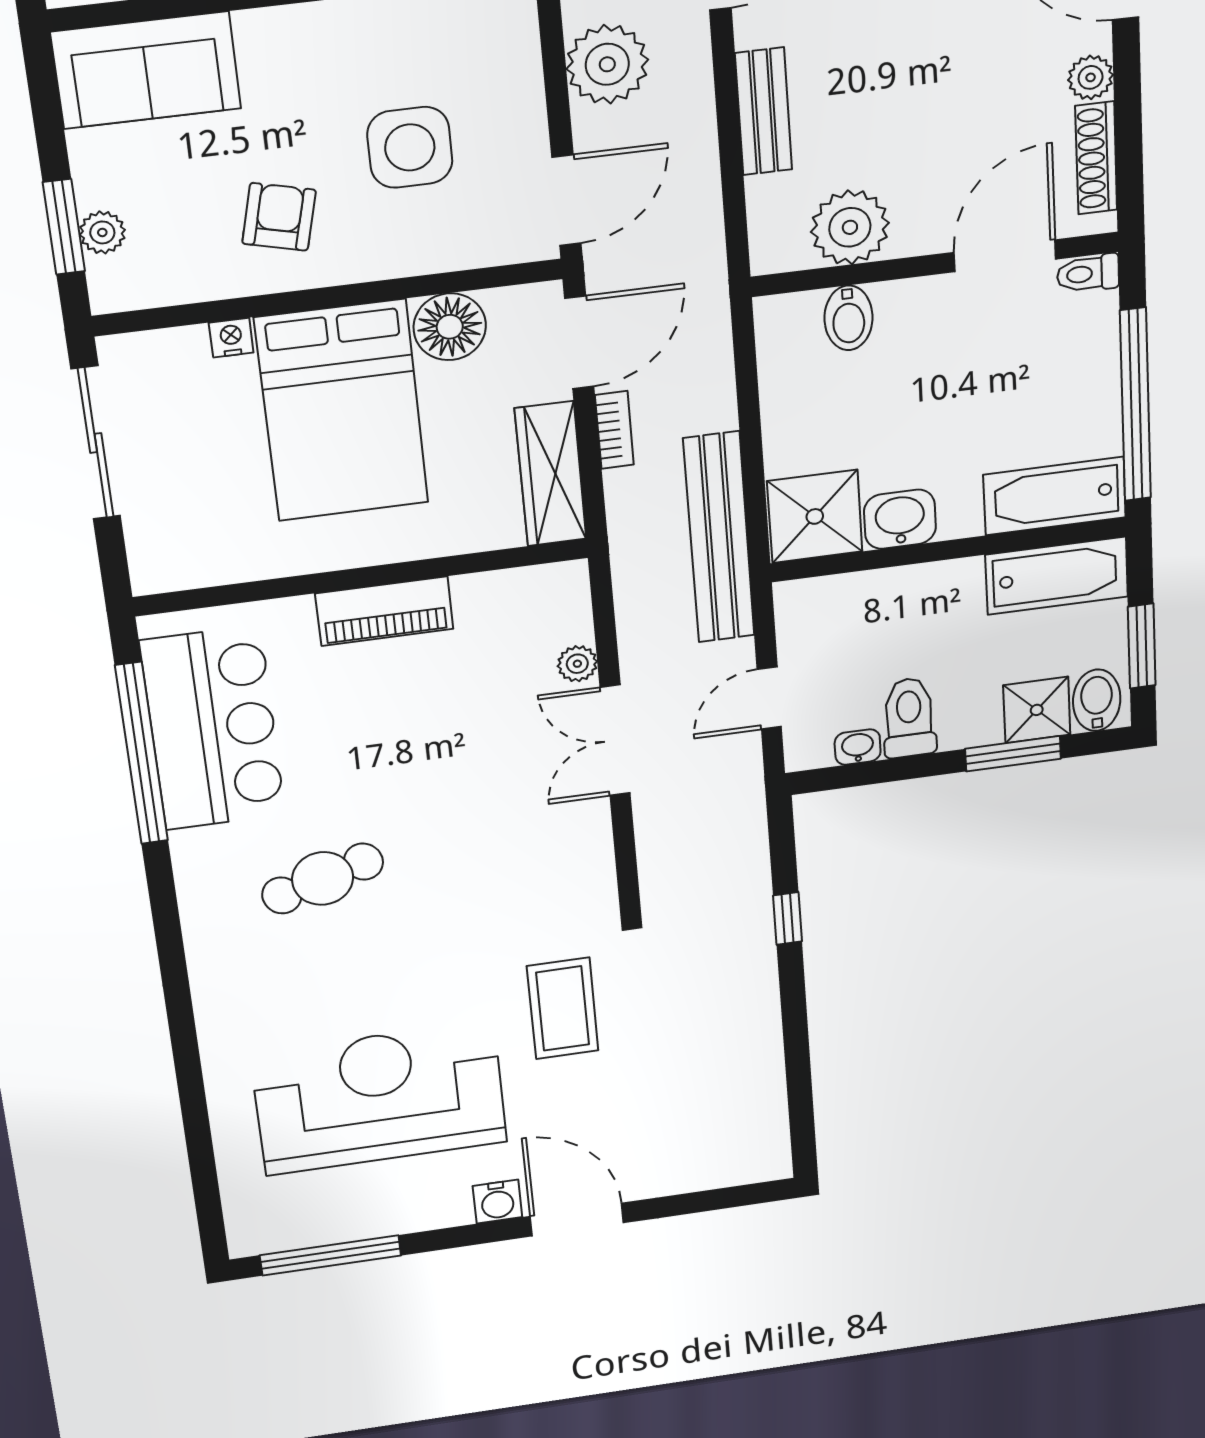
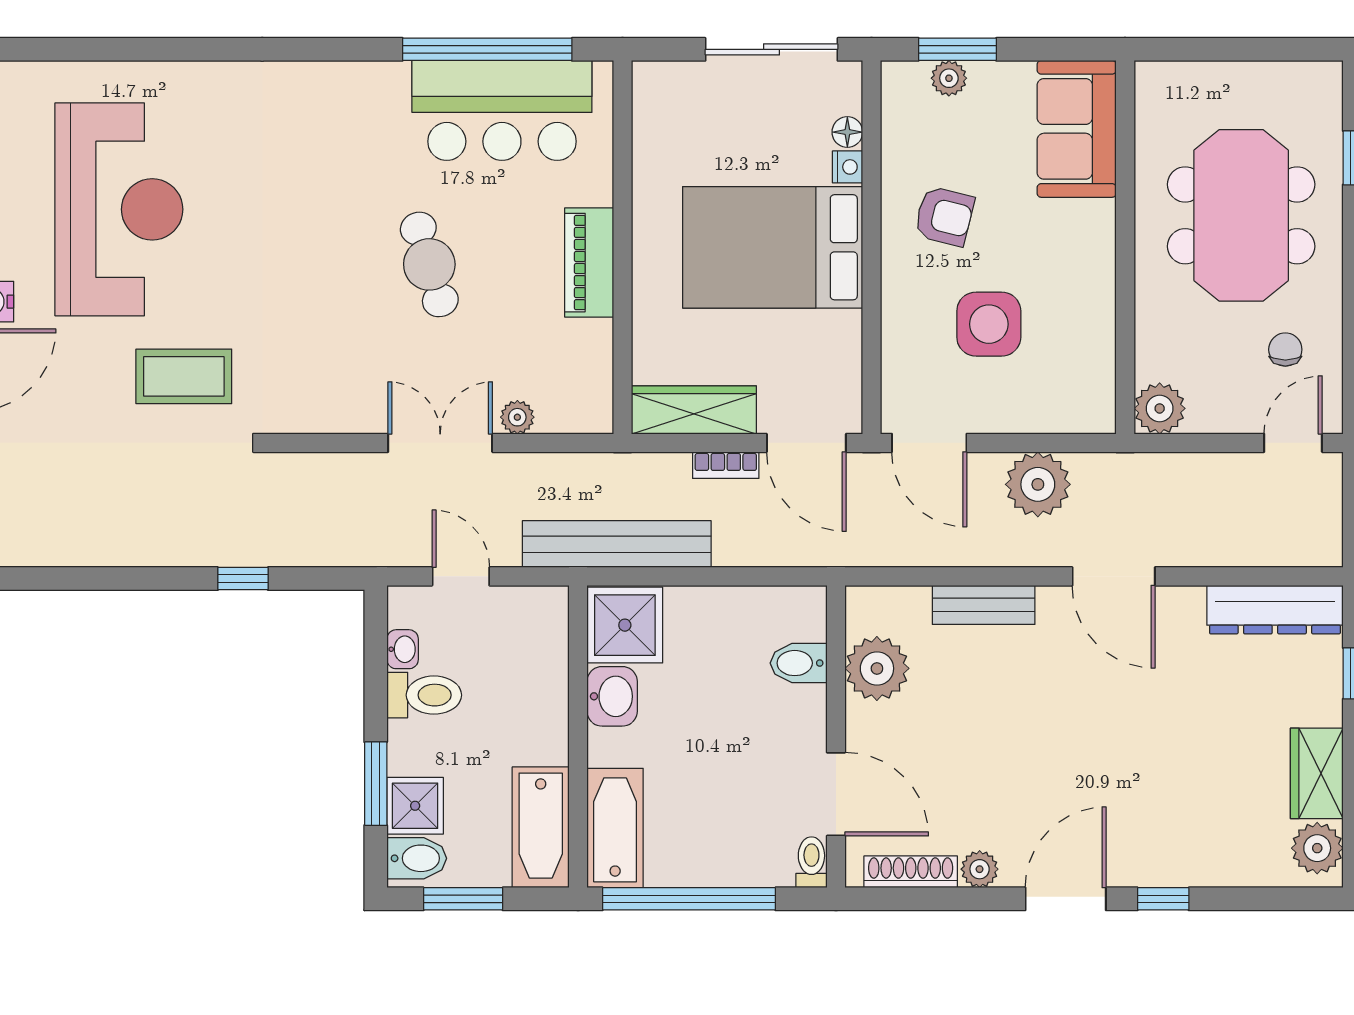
floor lamp: (450, 327) -> (847, 132), moved, width x0.53, depth x0.53
cafe table: (323, 879) -> (429, 264), moved

